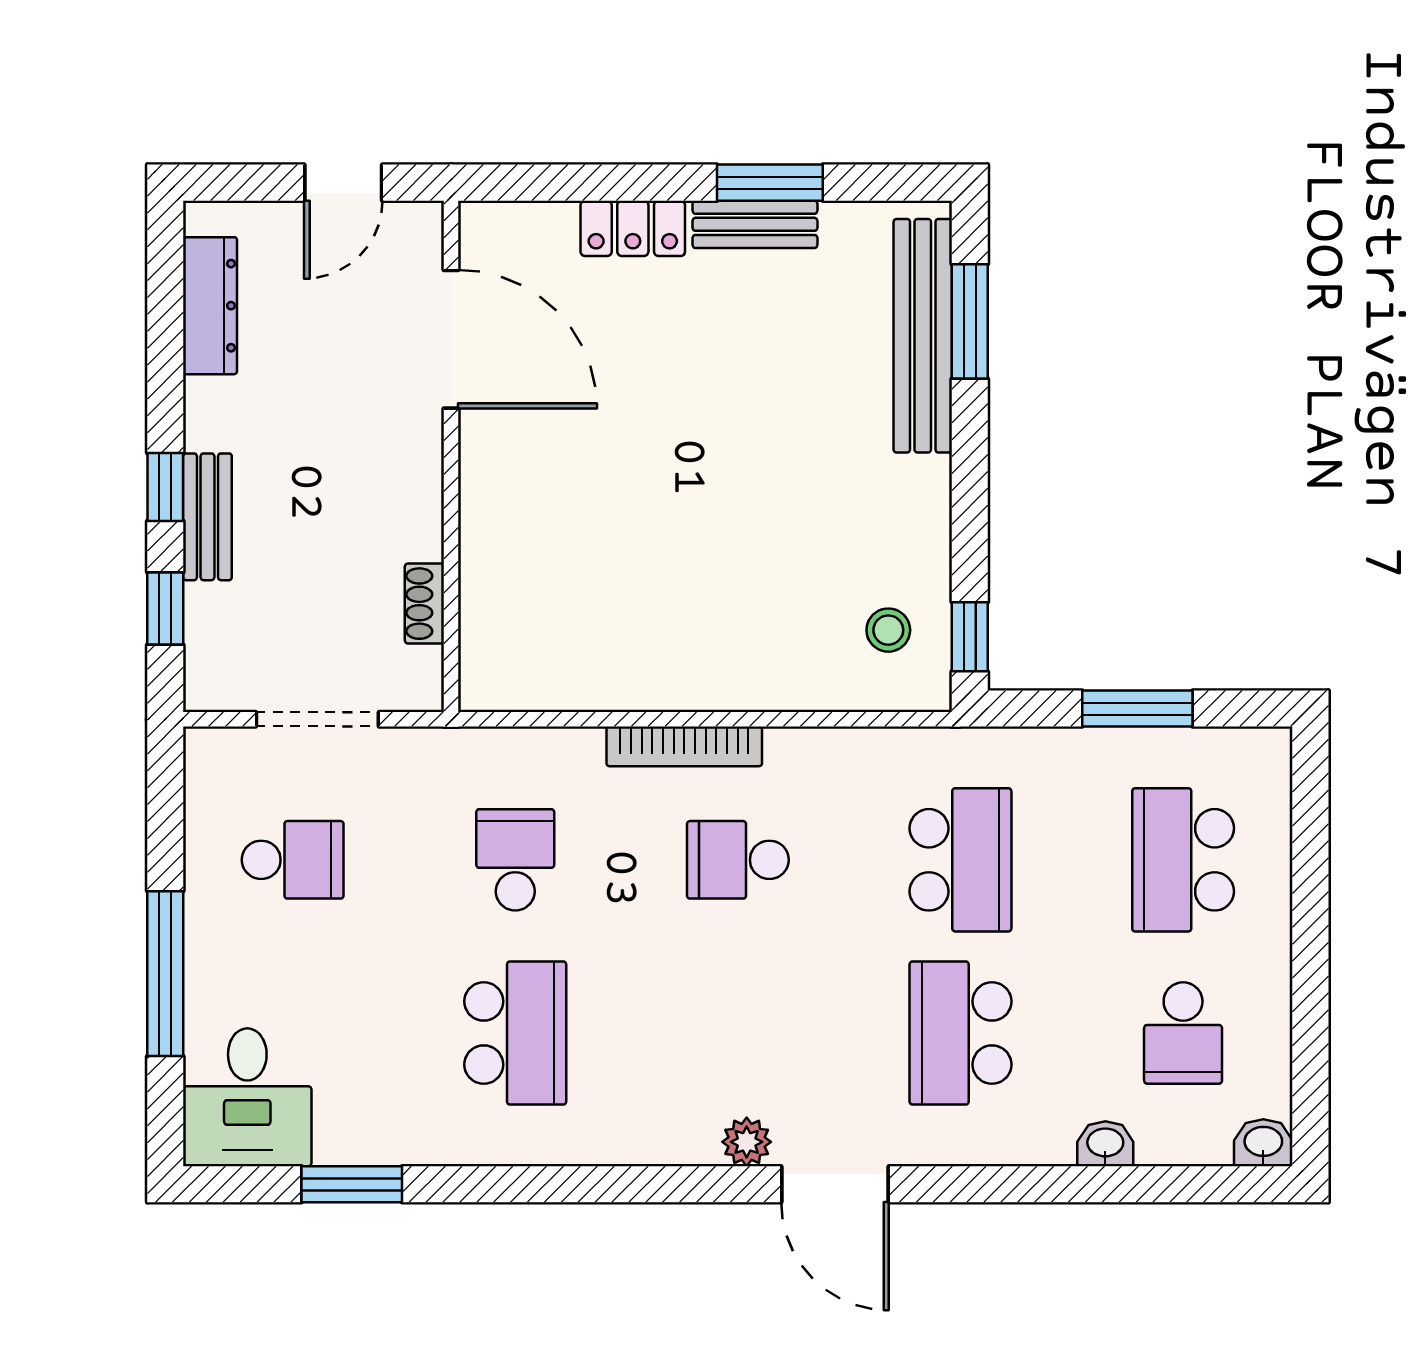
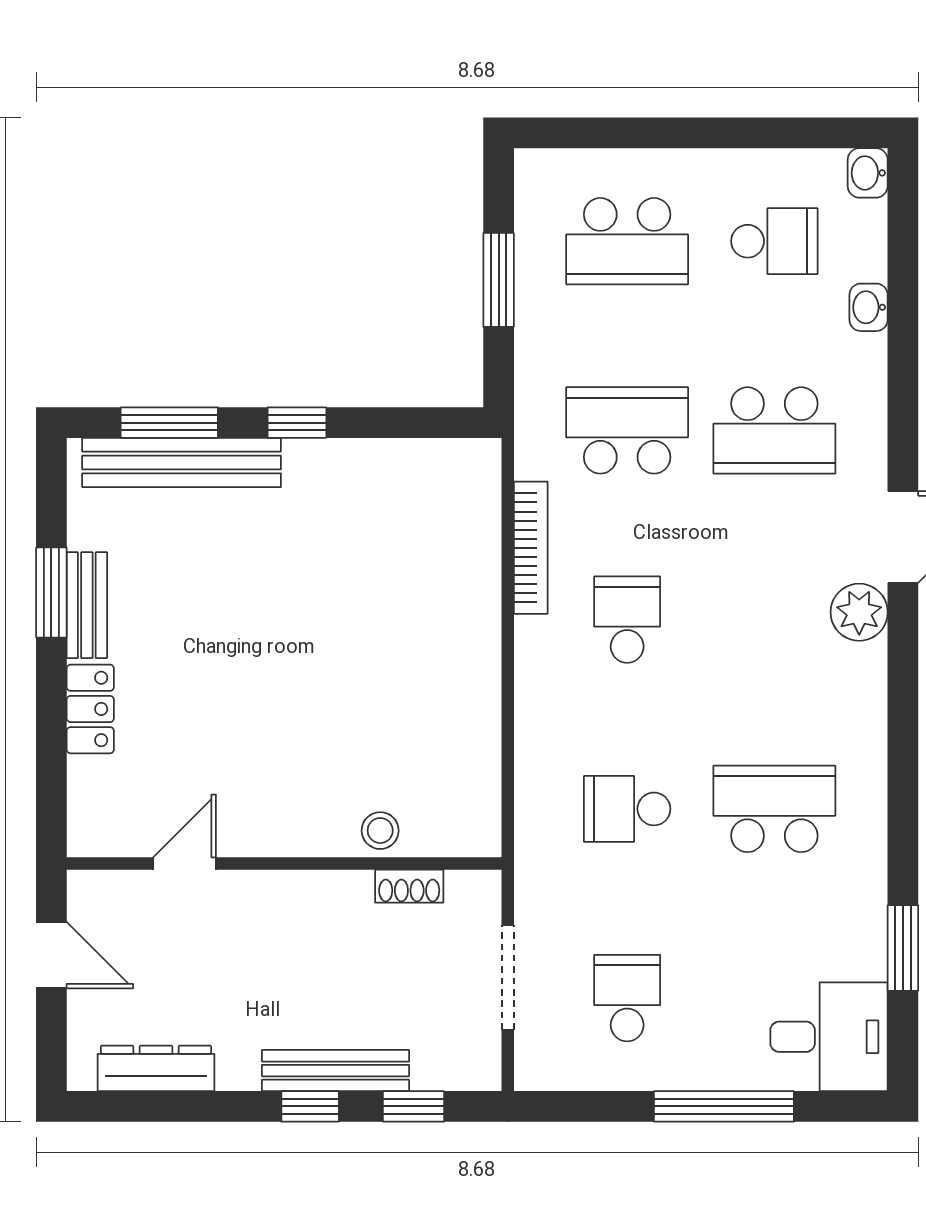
door: (451, 339) -> (184, 864), width x0.53
bench: (207, 517) -> (335, 1071), width x1.36
stool: (888, 630) -> (380, 831), moved
window: (970, 637) -> (297, 423), moved
bookcase: (684, 746) -> (531, 548), moved
school desk: (738, 860) -> (627, 620), turned 180
plant: (747, 1142) -> (859, 612), width x1.38, depth x1.38

